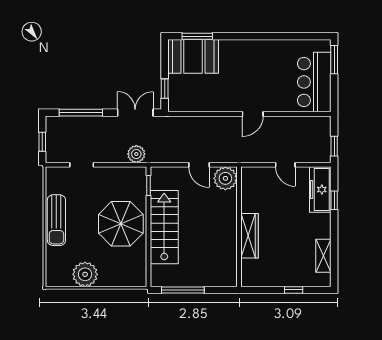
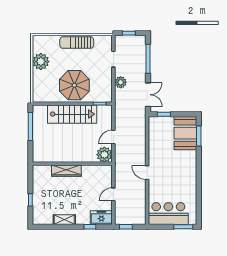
plant: (136, 154) -> (121, 82), moved
freezer: (320, 190) -> (101, 218), width x0.71
shelving: (323, 256) -> (64, 220), moved

